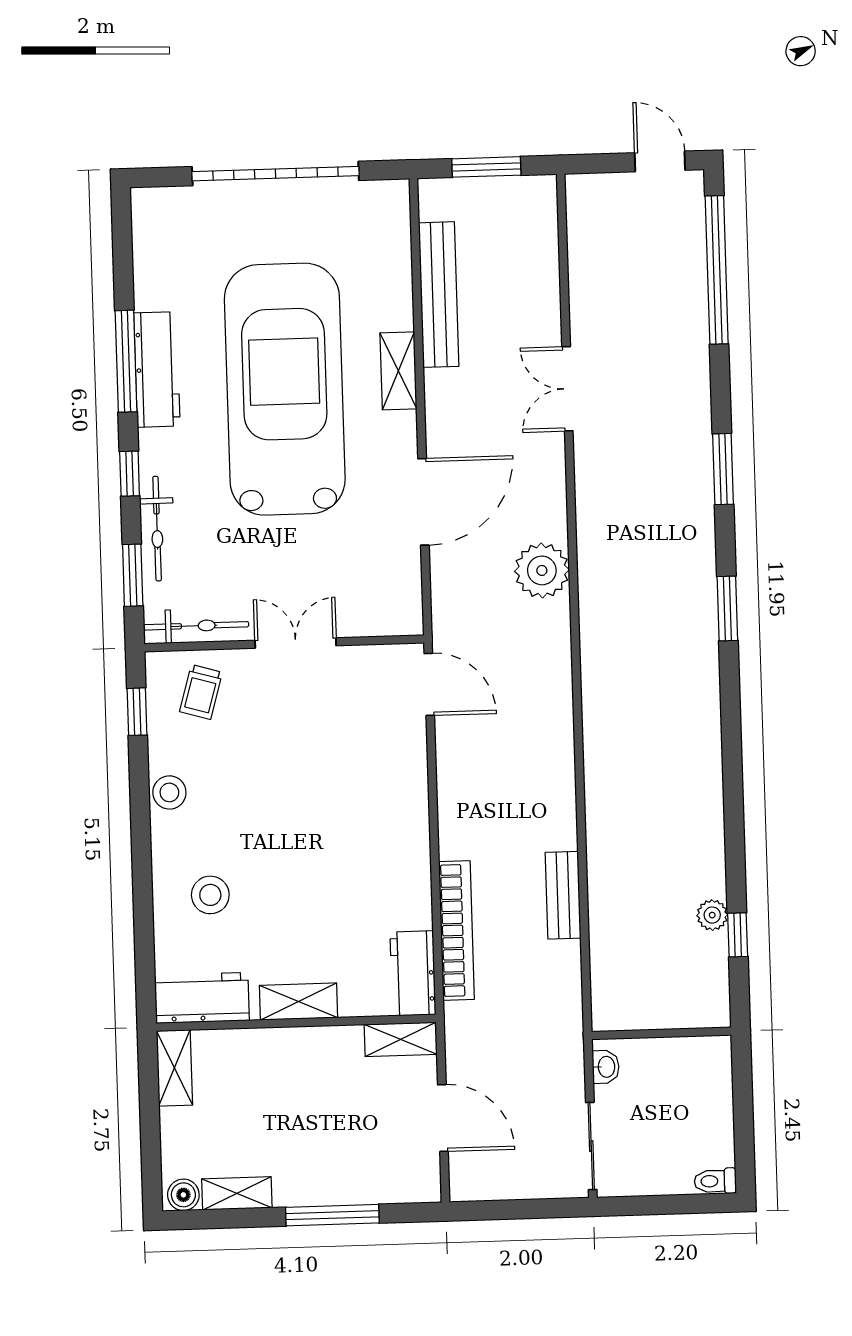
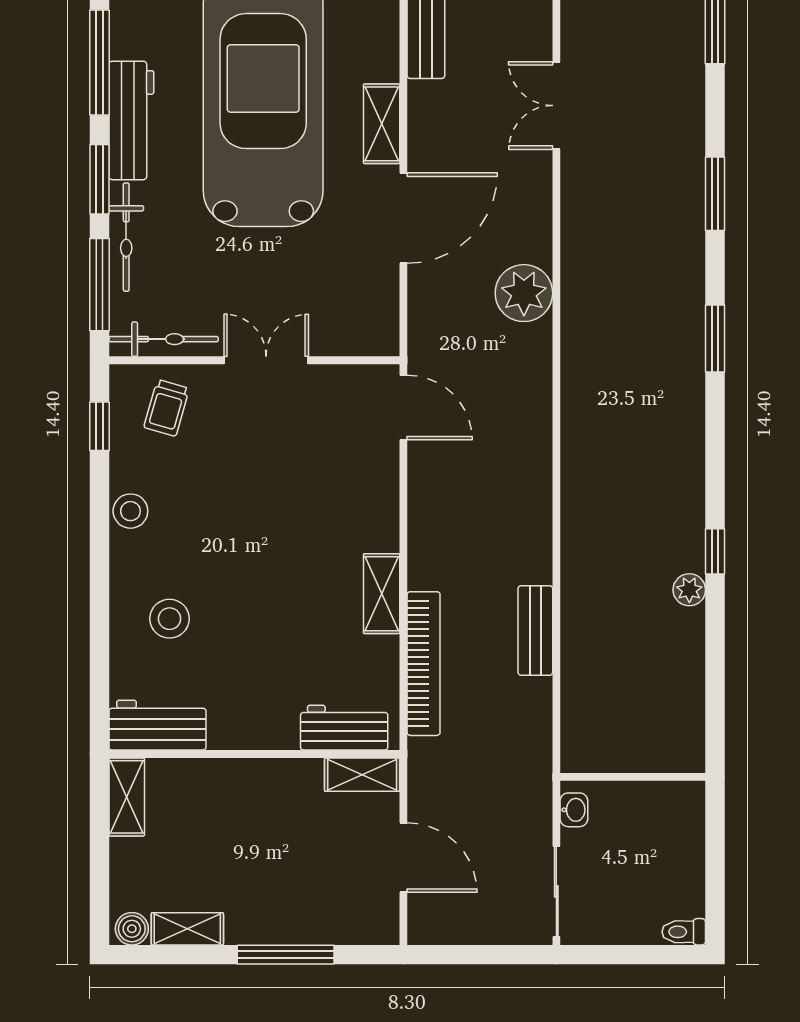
workbench: (157, 369) -> (131, 120), moved
shelving: (398, 371) -> (382, 124), moved
window: (130, 474) -> (100, 179), width x1.50
window: (133, 575) -> (100, 285), width x1.44
plant: (712, 915) -> (689, 590), moved
window: (738, 935) -> (715, 551), moved
workbench: (413, 973) -> (344, 728), moved, turned 90
shelving: (299, 1002) -> (382, 594), moved, turned 90

